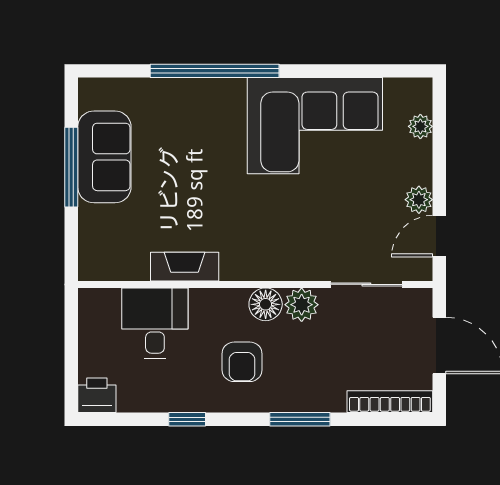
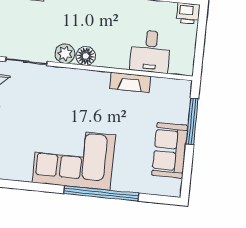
corner sofa: (315, 126) -> (74, 159), moved
window: (71, 167) -> (192, 121), moved
armchair: (242, 362) -> (103, 24), removed

